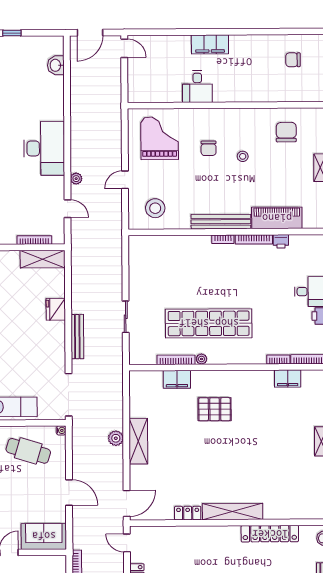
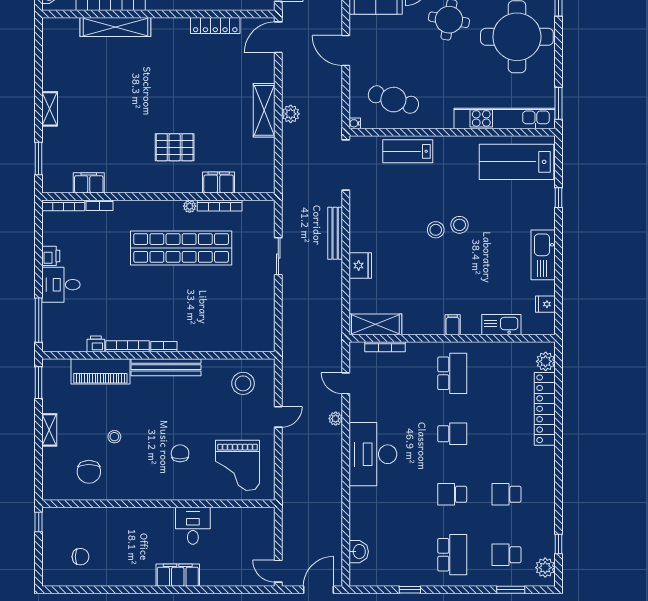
stool: (243, 156) -> (114, 437), moved
shelving: (233, 512) -> (115, 27), moved
locker: (188, 513) -> (215, 26), width x1.53

